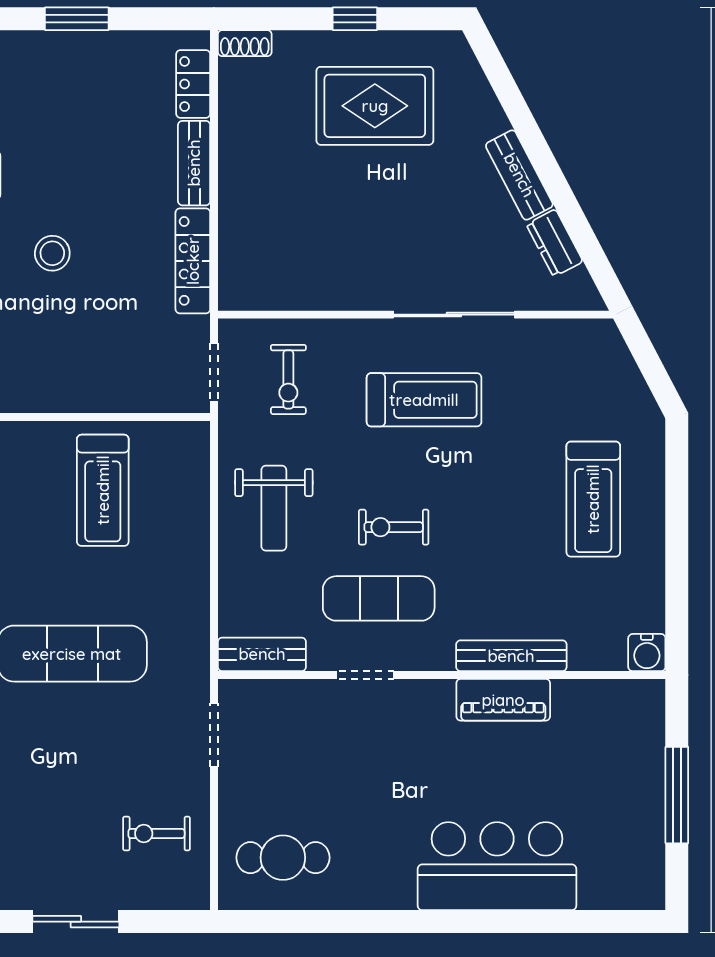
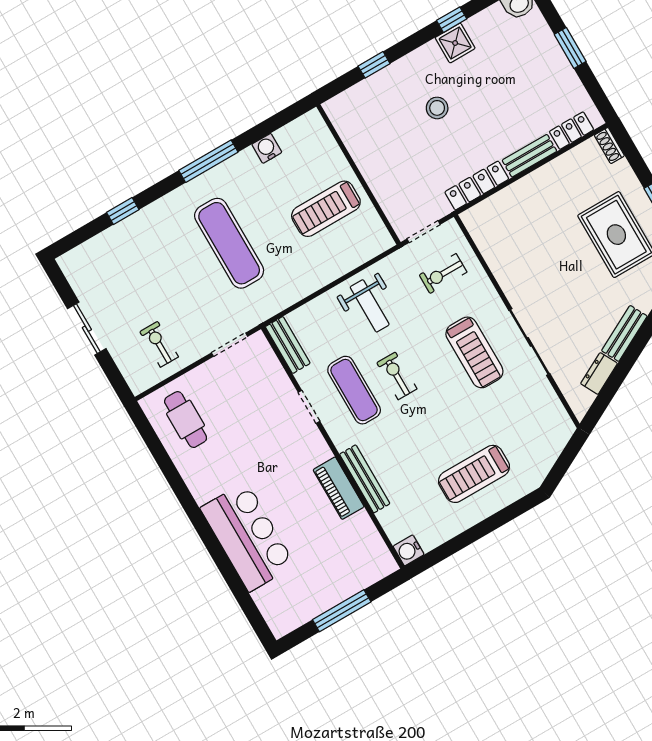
weight bench: (274, 508) -> (370, 306), turned -90

